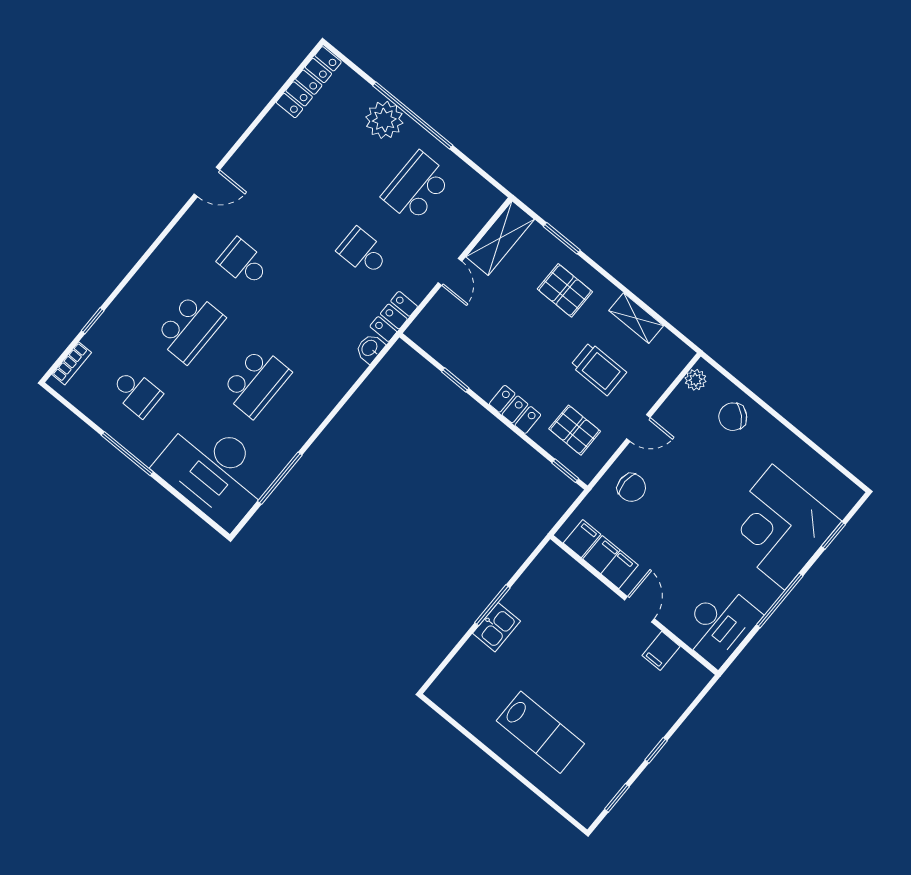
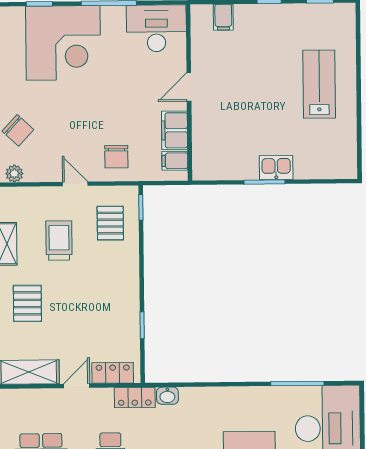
locker: (515, 409) -> (113, 373), moved, turned 90
chair: (632, 488) -> (116, 157), turned 180
filing cabinet: (661, 651) -> (223, 17), moved, turned 90

